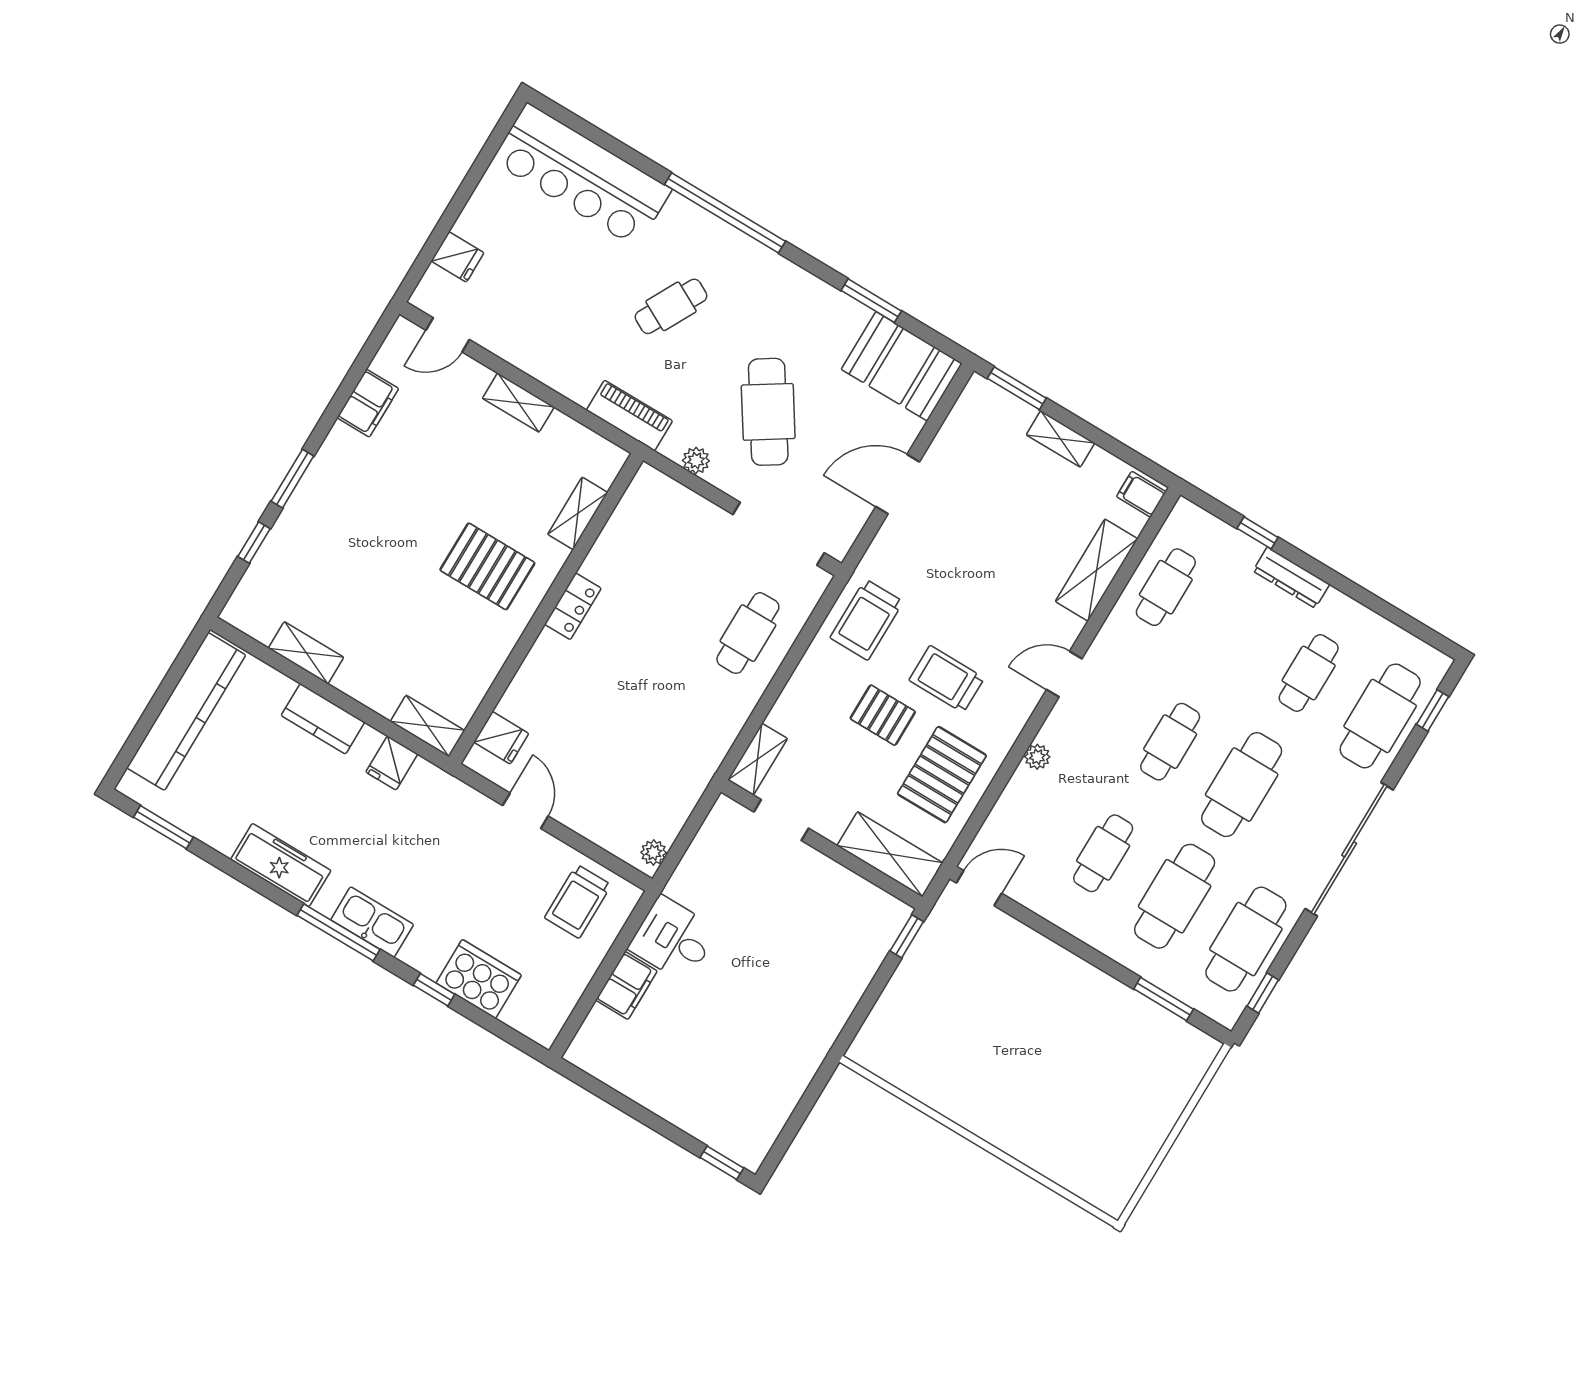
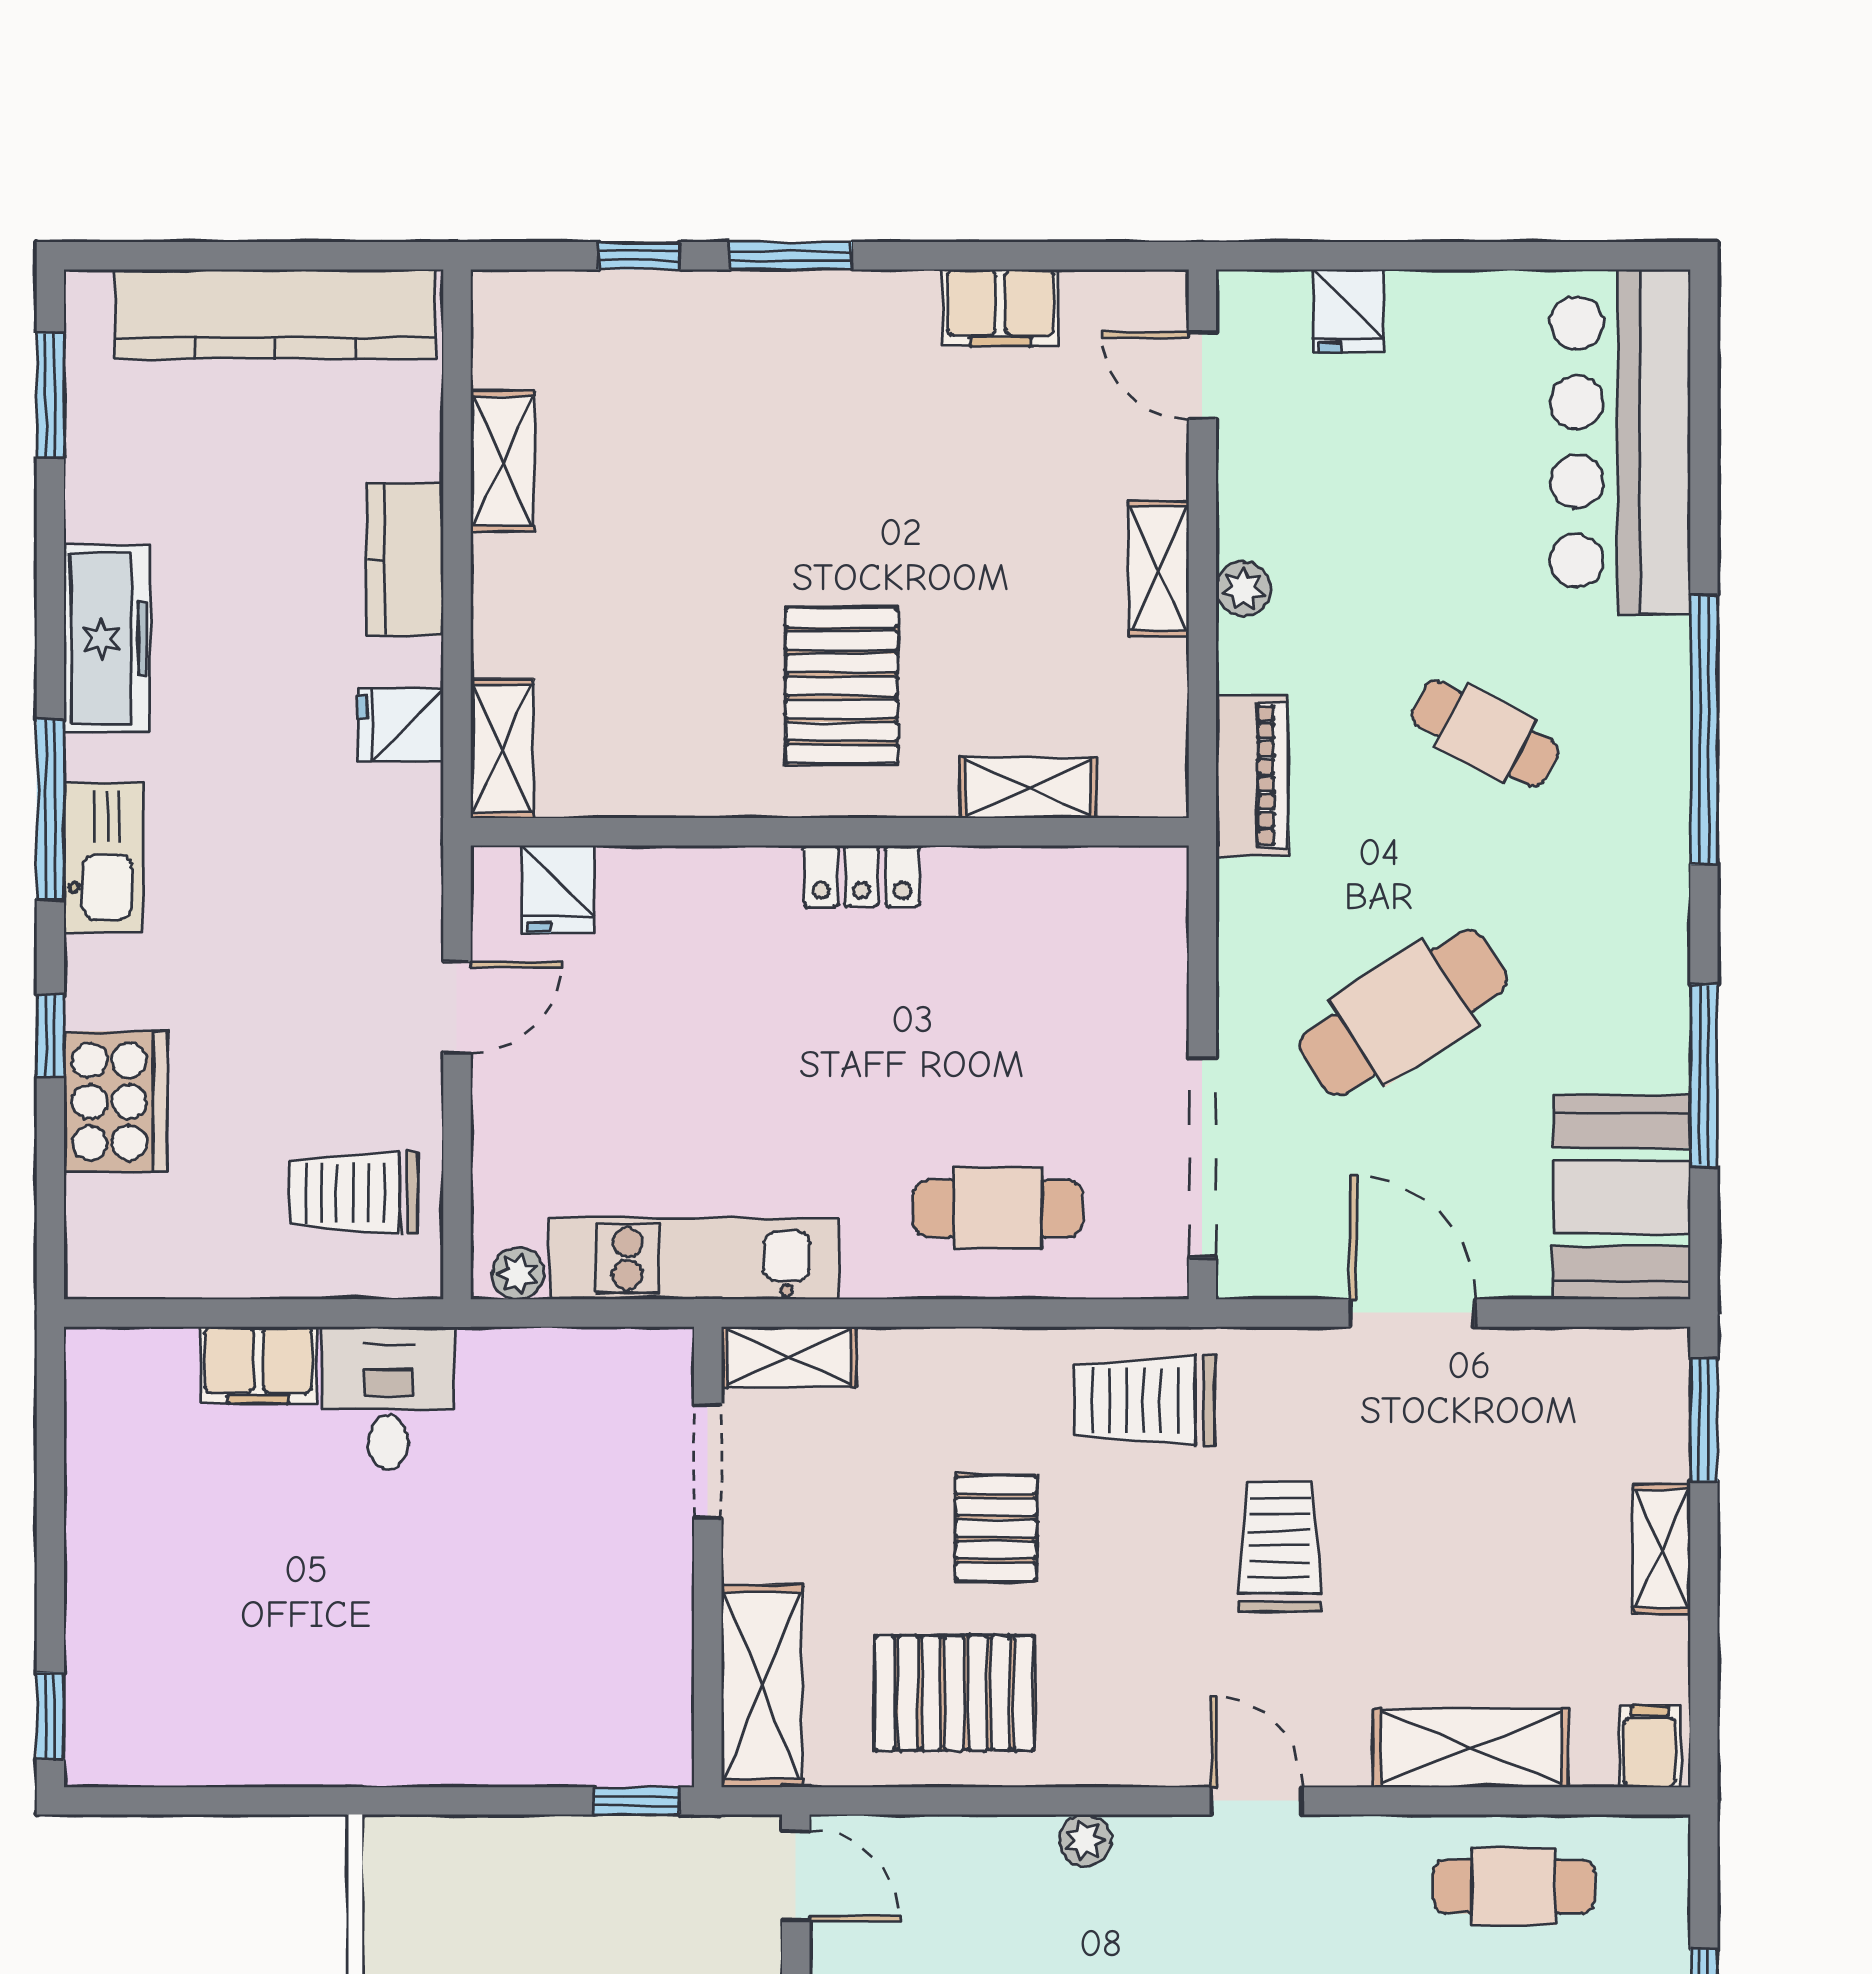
window: (871, 301) -> (1704, 1076), width x1.44
plant: (696, 461) -> (1243, 589), moved
trolley: (947, 679) -> (1279, 1547), moved
kitchen unit: (692, 774) -> (694, 1259), added

